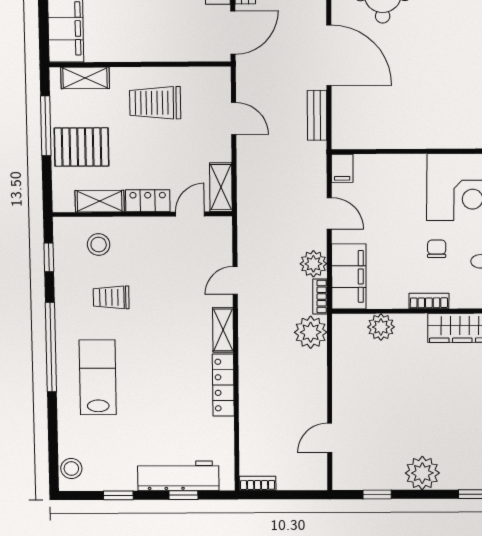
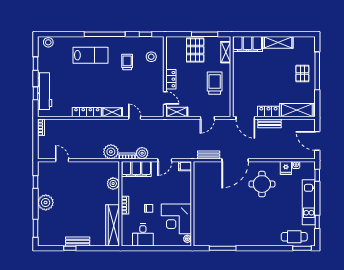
shelving: (100, 201) -> (171, 58), removed

